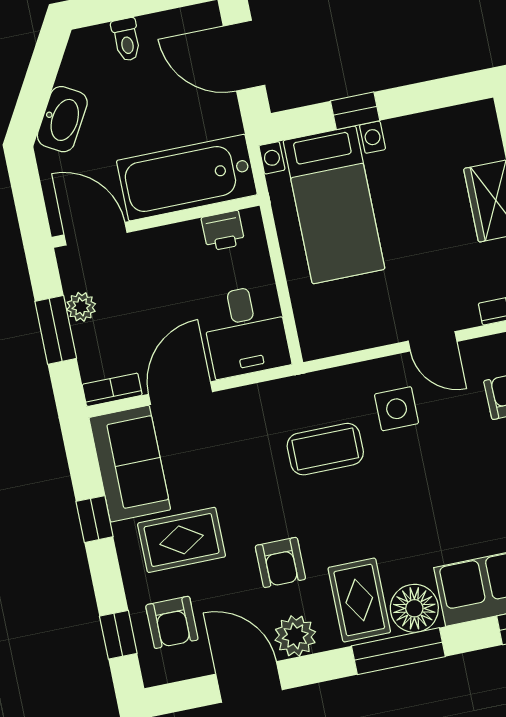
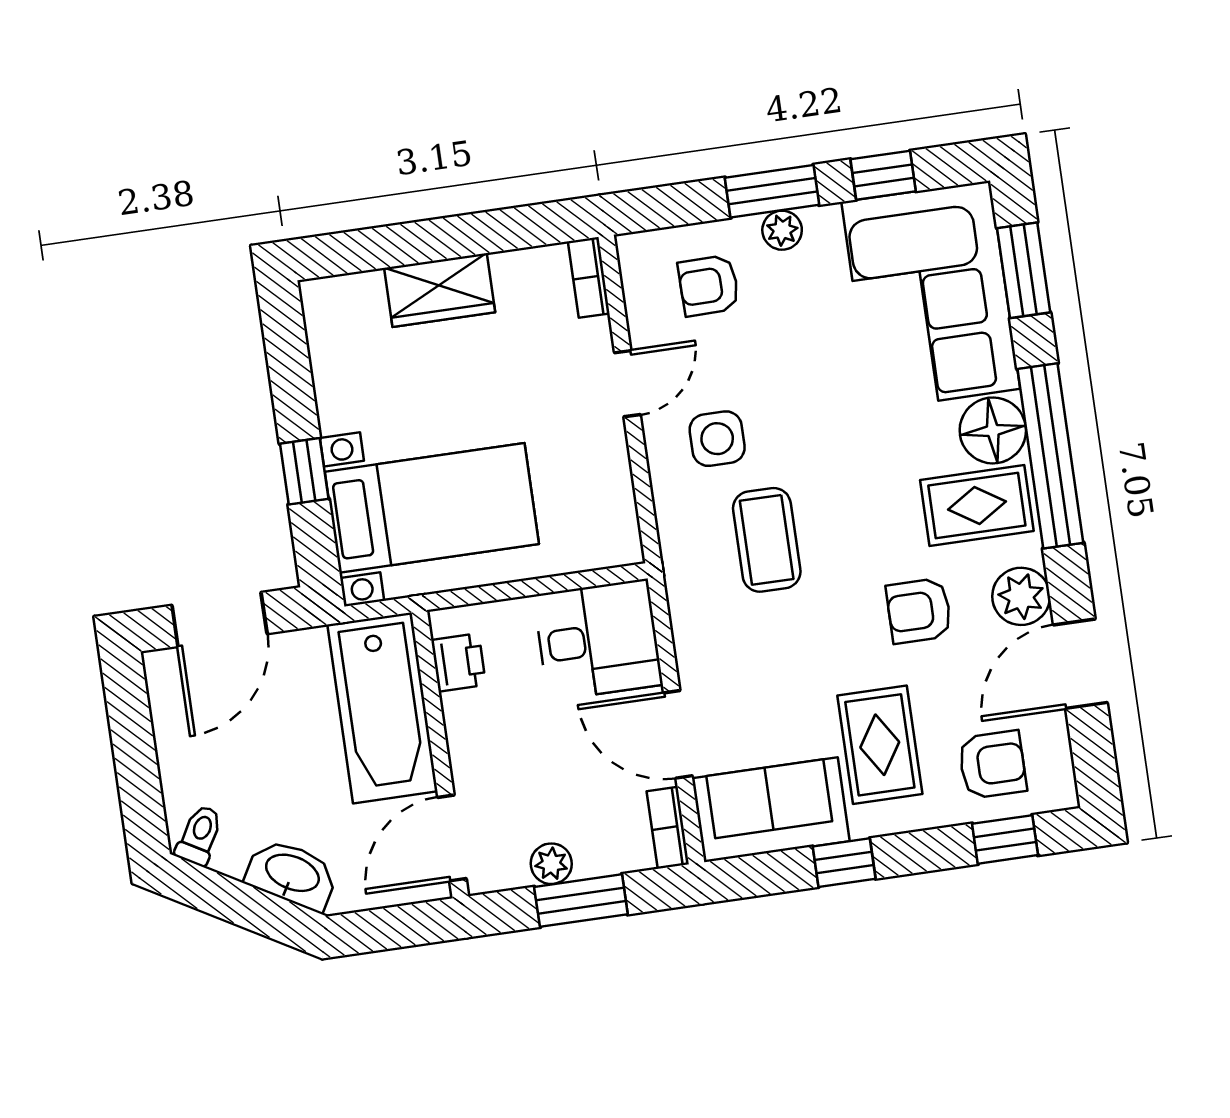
toilet: (126, 40) -> (199, 835), moved, turned -60
armchair: (280, 562) -> (919, 611), turned 180
window: (398, 651) -> (1050, 456), width x1.46

